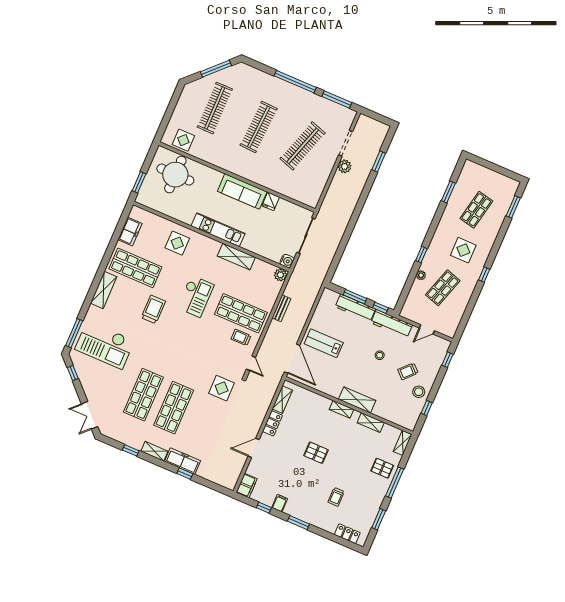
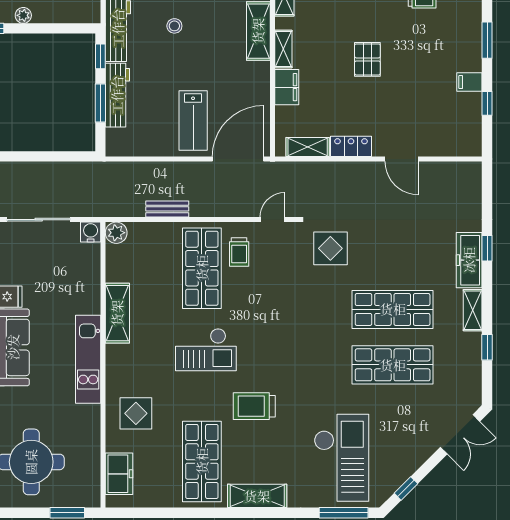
freezer: (130, 232) -> (119, 474), moved, turned 90
checkout: (196, 296) -> (206, 350), turned 180
filing cabinet: (247, 486) -> (287, 87), moved, turned 90

